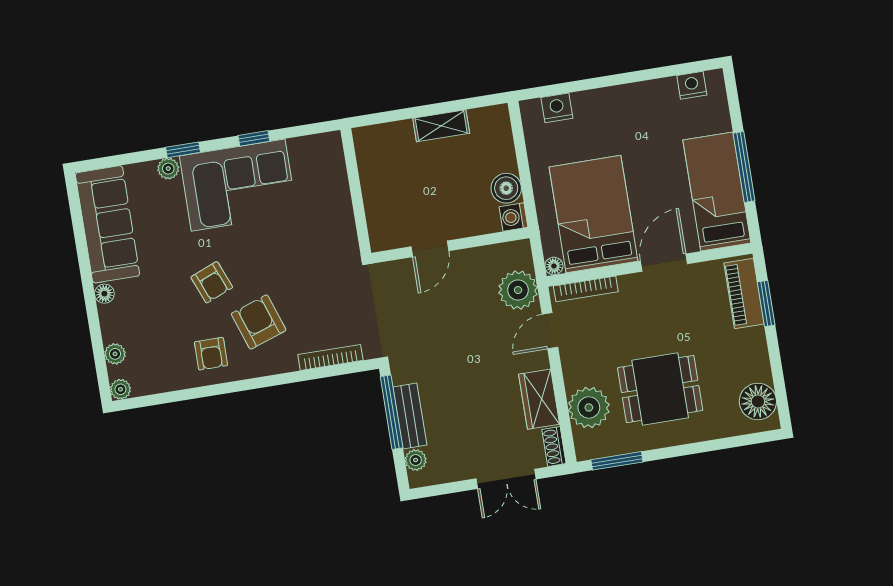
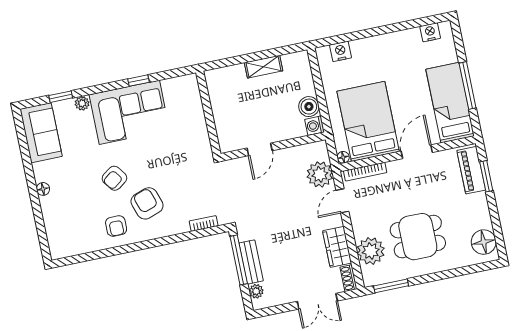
window: (183, 150) -> (61, 97), moved
sofa: (108, 224) -> (41, 133), width x0.73
armchair: (212, 282) -> (114, 178), turned 76
plant: (115, 354) -> (52, 229), removed
bookcase: (330, 357) -> (204, 223), width x0.64
plant: (120, 389) -> (56, 253), removed

